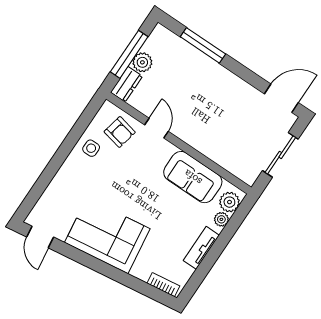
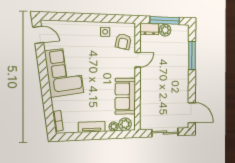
door: (40, 237) -> (38, 35), swing flipped

